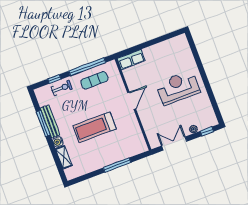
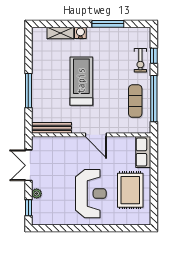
rug: (164, 58) -> (130, 190), added
bench: (50, 122) -> (51, 128), moved
double door: (174, 144) -> (28, 165), swing flipped

